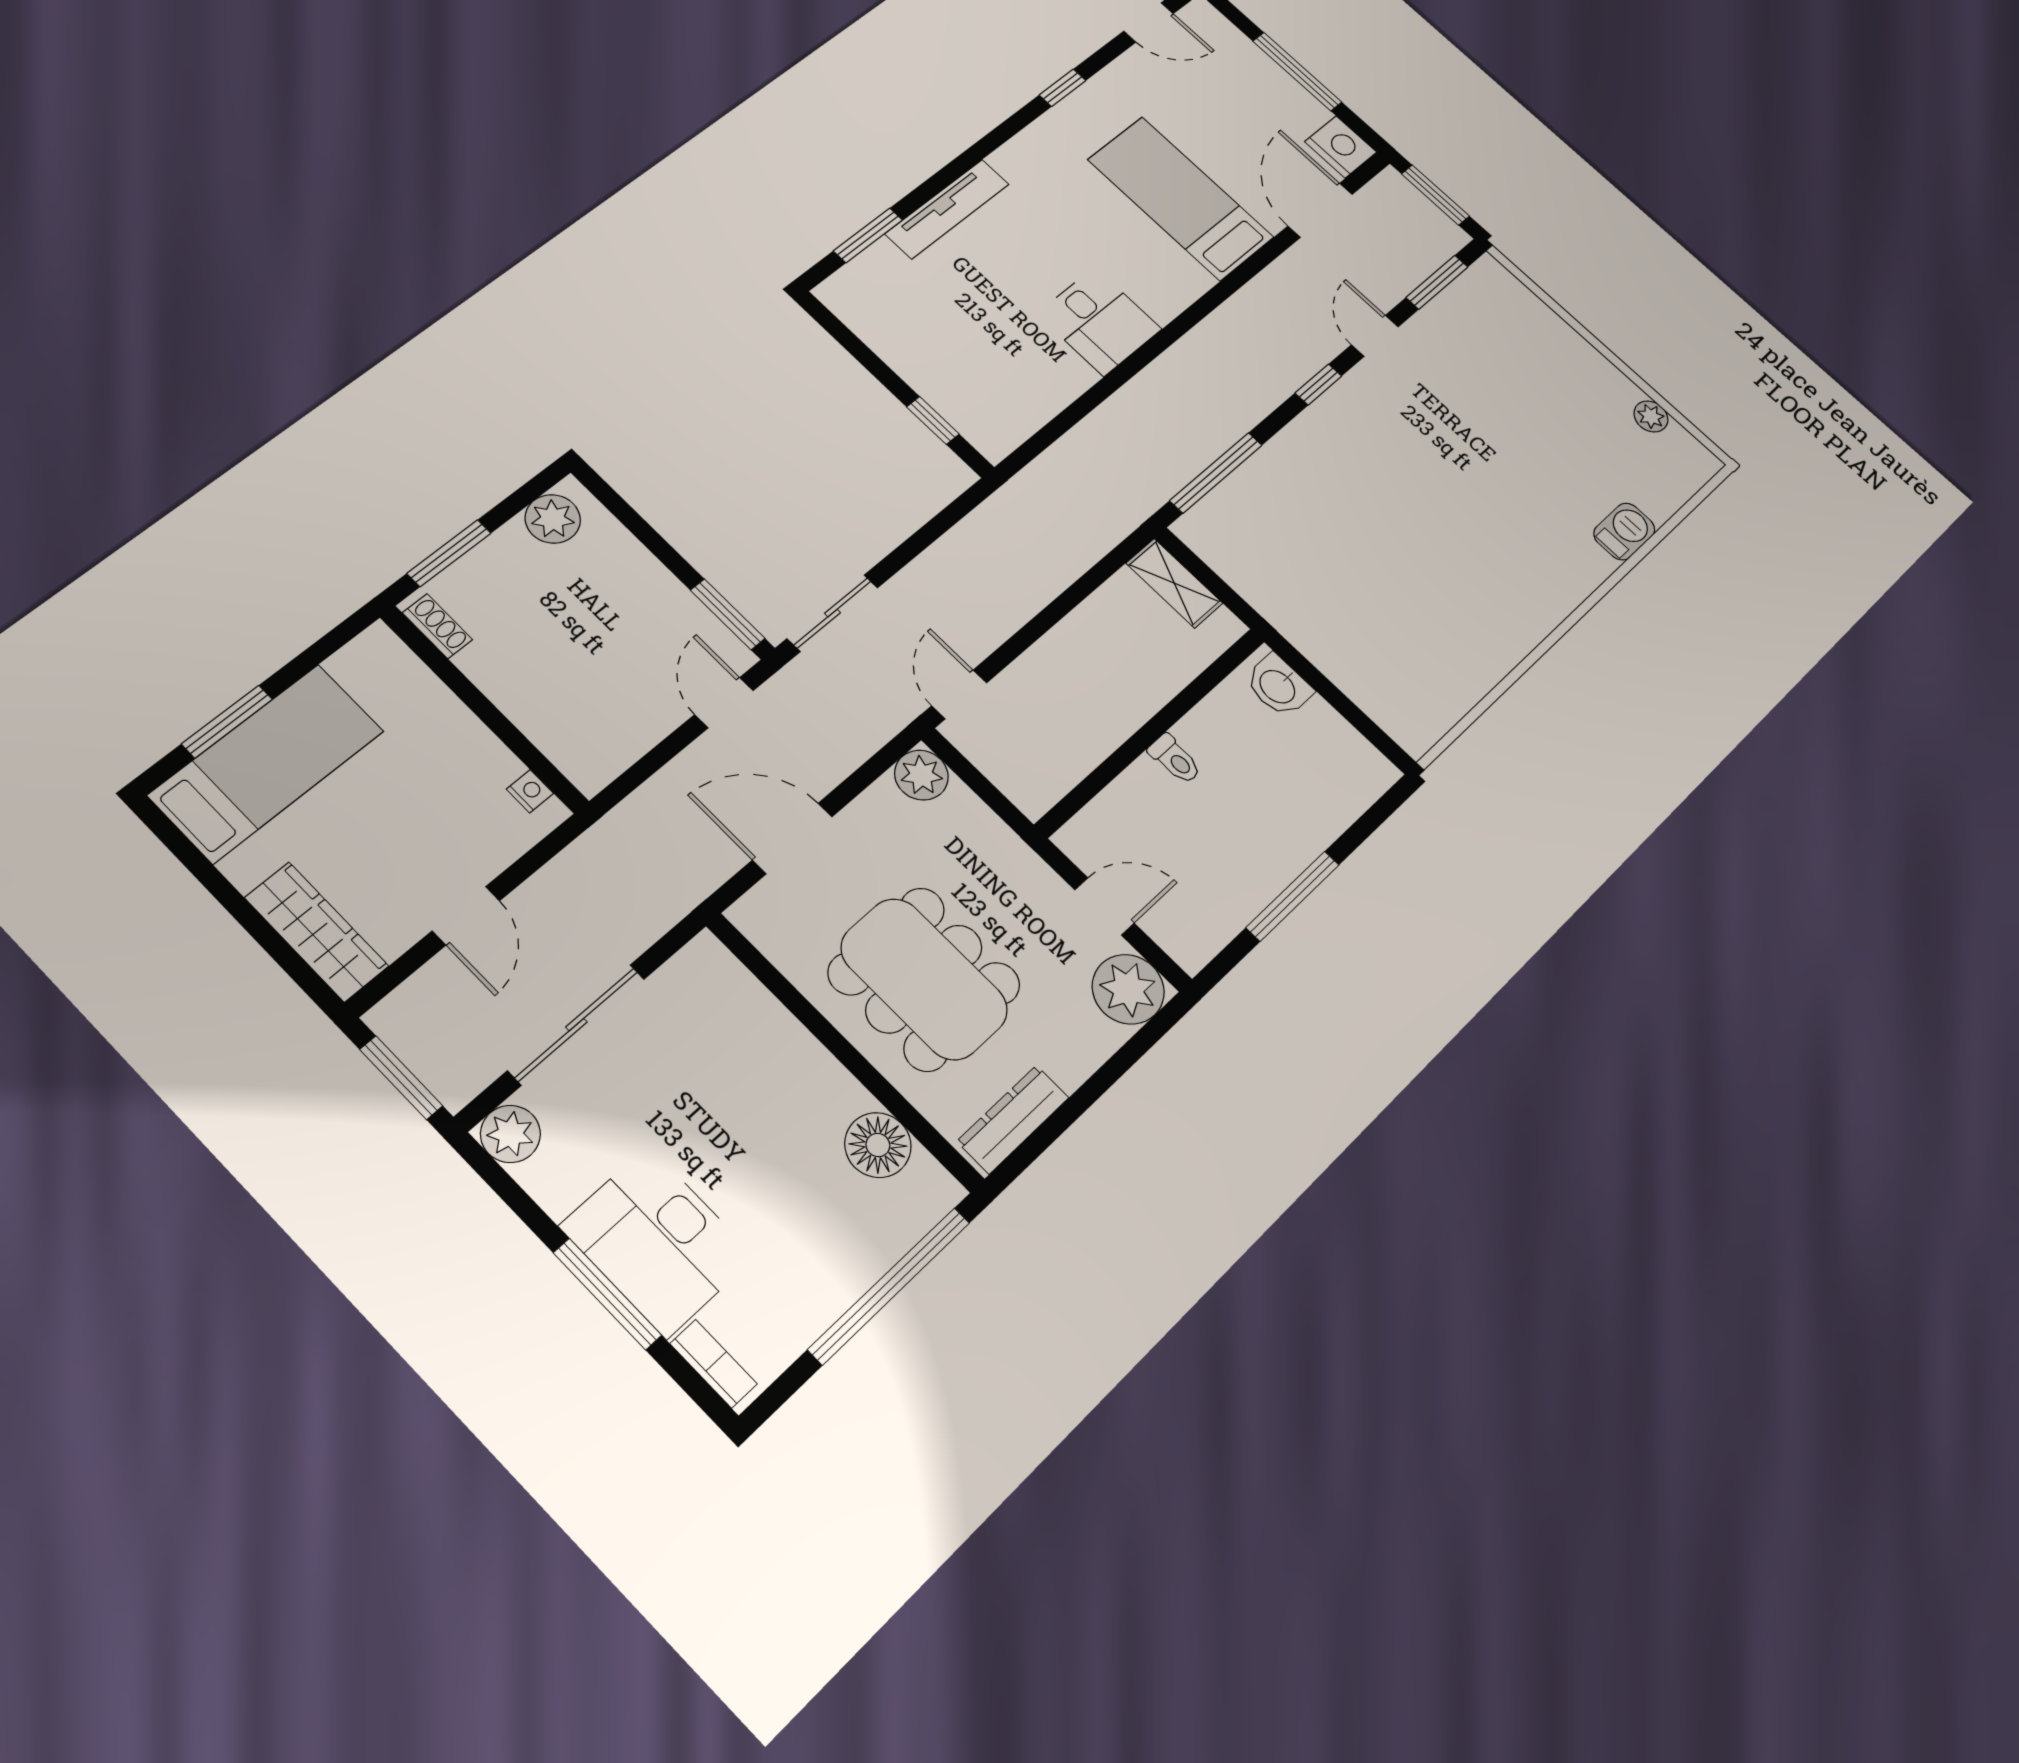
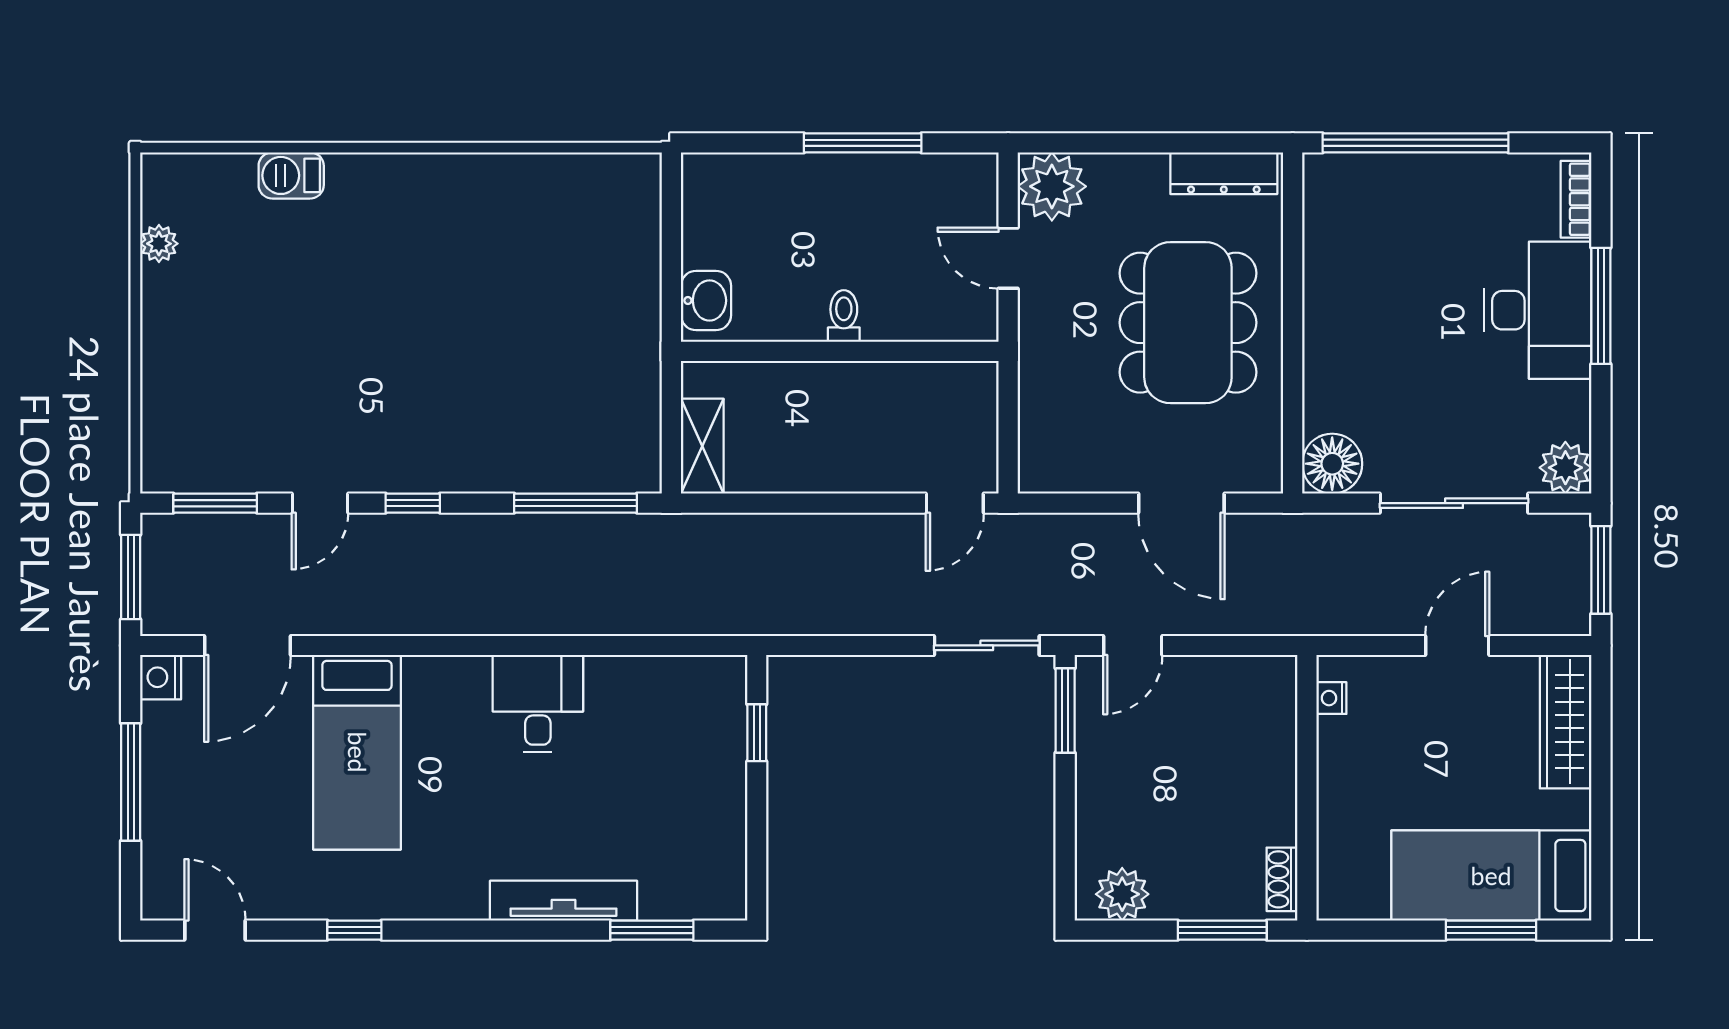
nightstand: (1341, 147) -> (161, 677), width x0.74, depth x0.75
plant: (921, 775) -> (1043, 468), removed
floor lamp: (878, 1145) -> (1332, 464), moved

